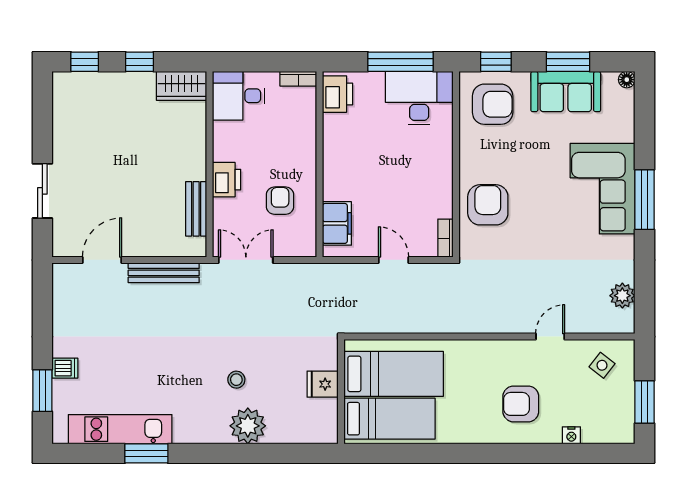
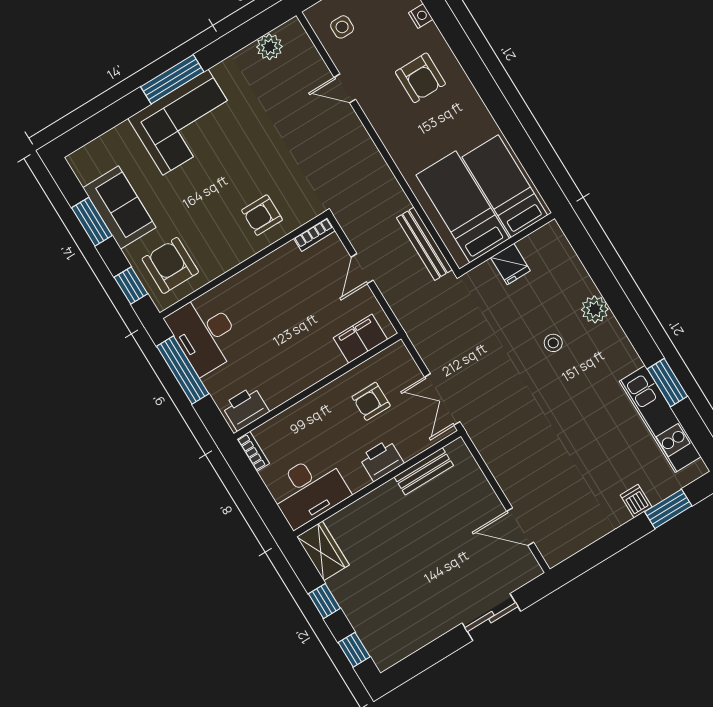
floor lamp: (627, 80) -> (76, 160), removed
desk: (239, 96) -> (309, 490), width x1.37
armchair: (488, 205) -> (262, 215), width x0.72, depth x0.72
bench: (164, 273) -> (424, 244), moved
side table: (602, 365) -> (342, 27), turned -38
plant: (248, 426) -> (595, 309), width x0.73, depth x0.73

